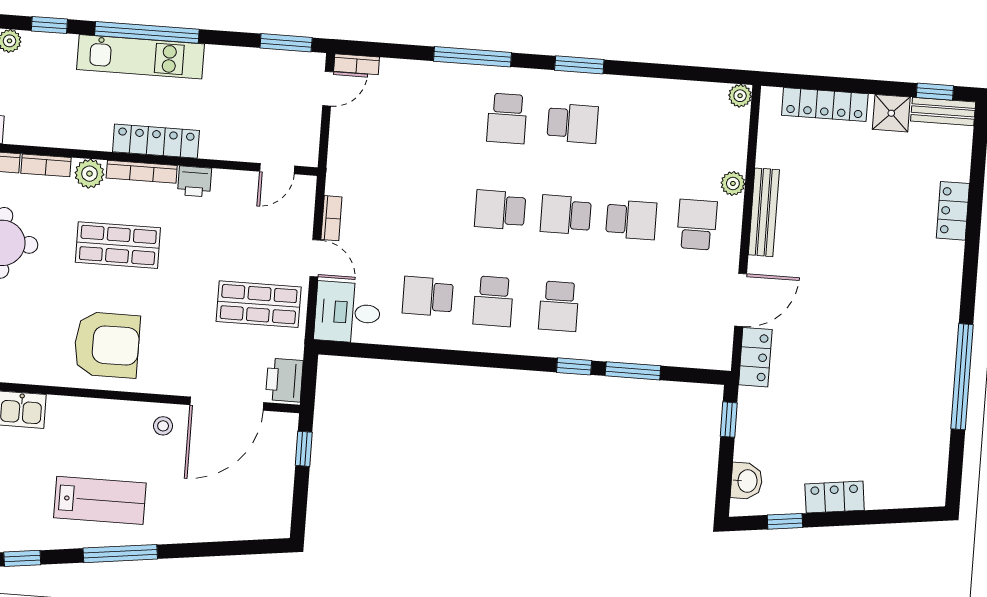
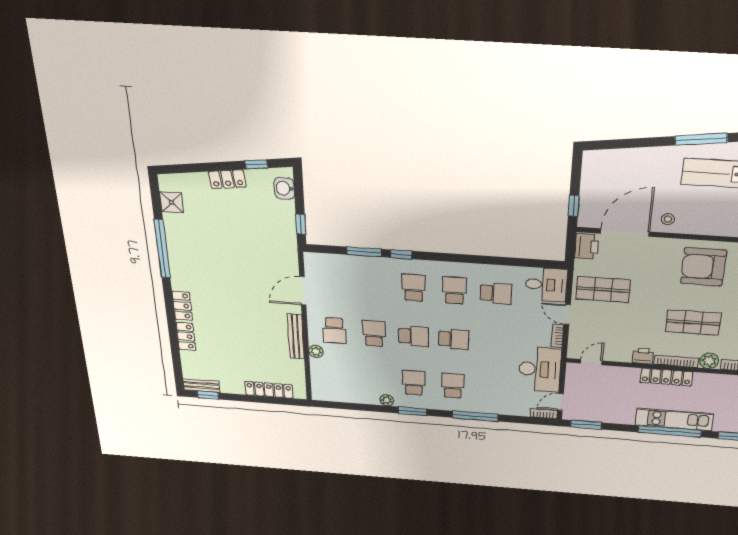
plant: (740, 96) -> (387, 400), moved
shower: (891, 113) -> (172, 202), moved
school desk: (573, 123) -> (414, 383), turned 90
desk: (361, 153) -> (540, 369), added
school desk: (631, 220) -> (374, 333), turned 90
locker: (755, 357) -> (182, 306), moved, turned 180

